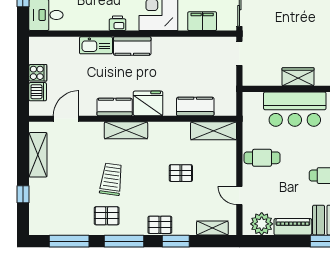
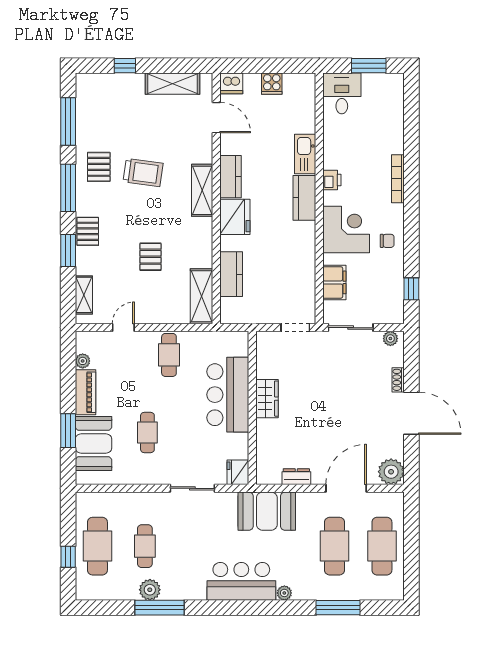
dishwasher: (38, 92) -> (231, 83), moved
plant: (262, 224) -> (83, 361), width x0.53, depth x0.53

